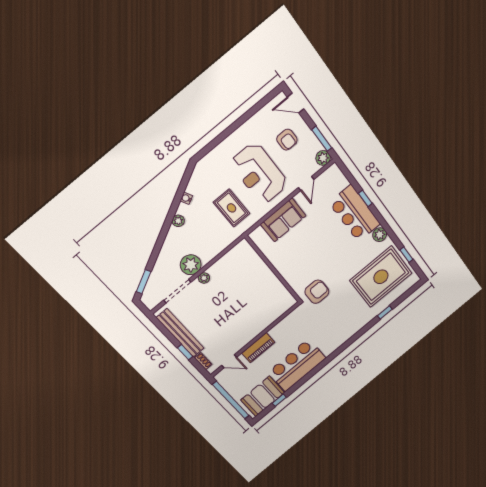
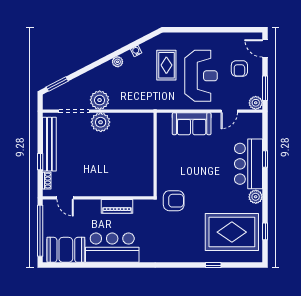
reception desk: (259, 173) -> (201, 76), turned 180
rug: (231, 208) -> (166, 65), moved
plant: (204, 278) -> (101, 122), width x1.88, depth x1.88
piano: (258, 348) -> (117, 206), moved
window: (279, 400) -> (75, 265), removed

